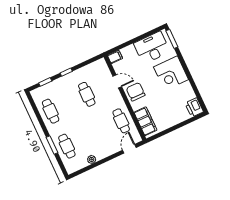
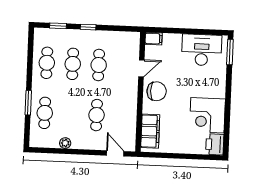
corner desk: (171, 73) -> (207, 115), moved
door: (117, 81) -> (141, 68), hinge flipped
chair: (136, 92) -> (157, 91), turned 90
cafe table: (69, 103) -> (73, 64), added
cafe table: (121, 121) -> (97, 115), moved
door: (129, 149) -> (115, 153), hinge flipped

